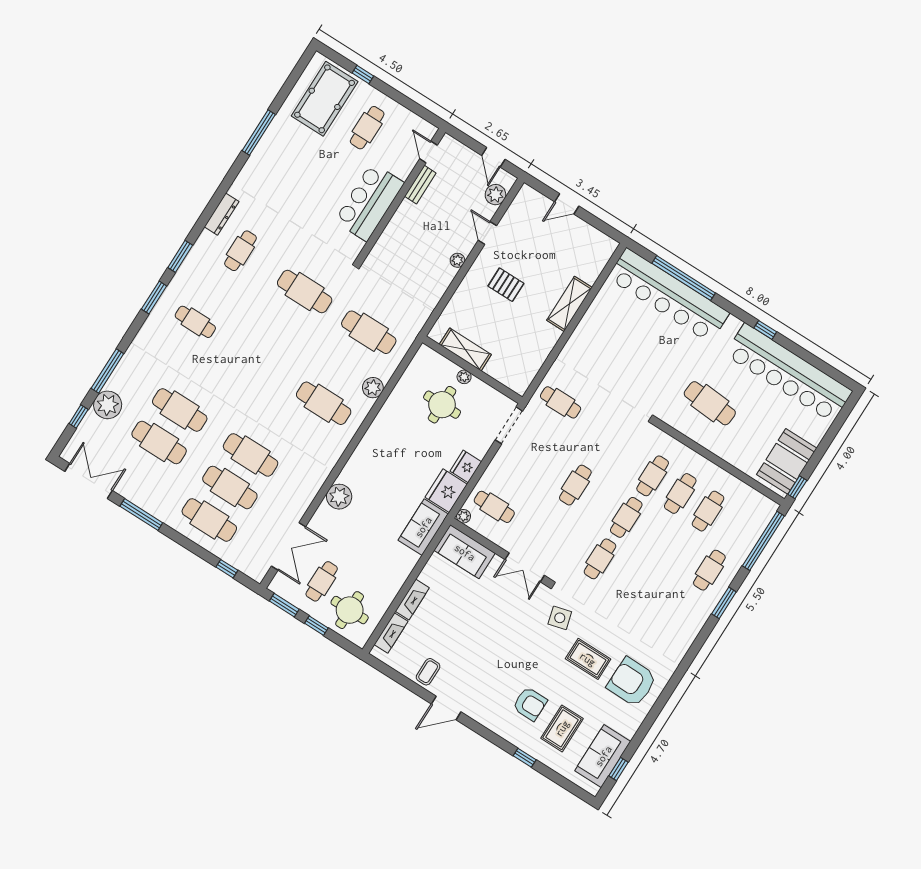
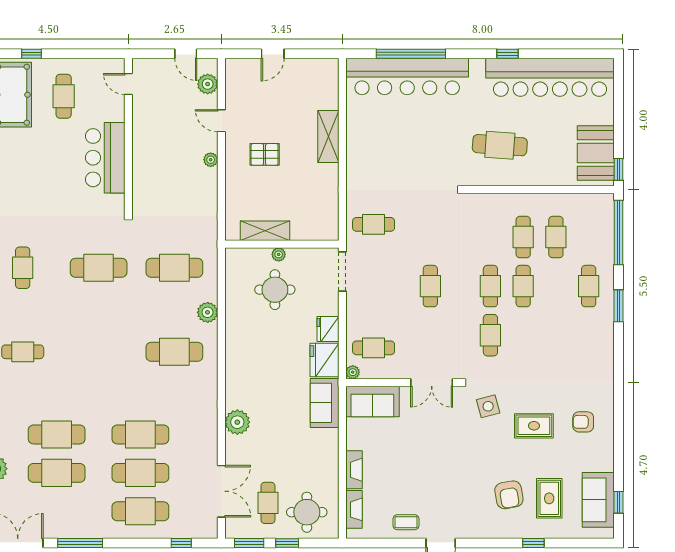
bench: (420, 185) -> (139, 116), removed
cafe table: (653, 476) -> (523, 286), moved
coffee table: (428, 672) -> (406, 522), turned 90
armchair: (632, 682) -> (583, 422), width x0.53, depth x0.53
armchair: (530, 704) -> (509, 495), turned 80

